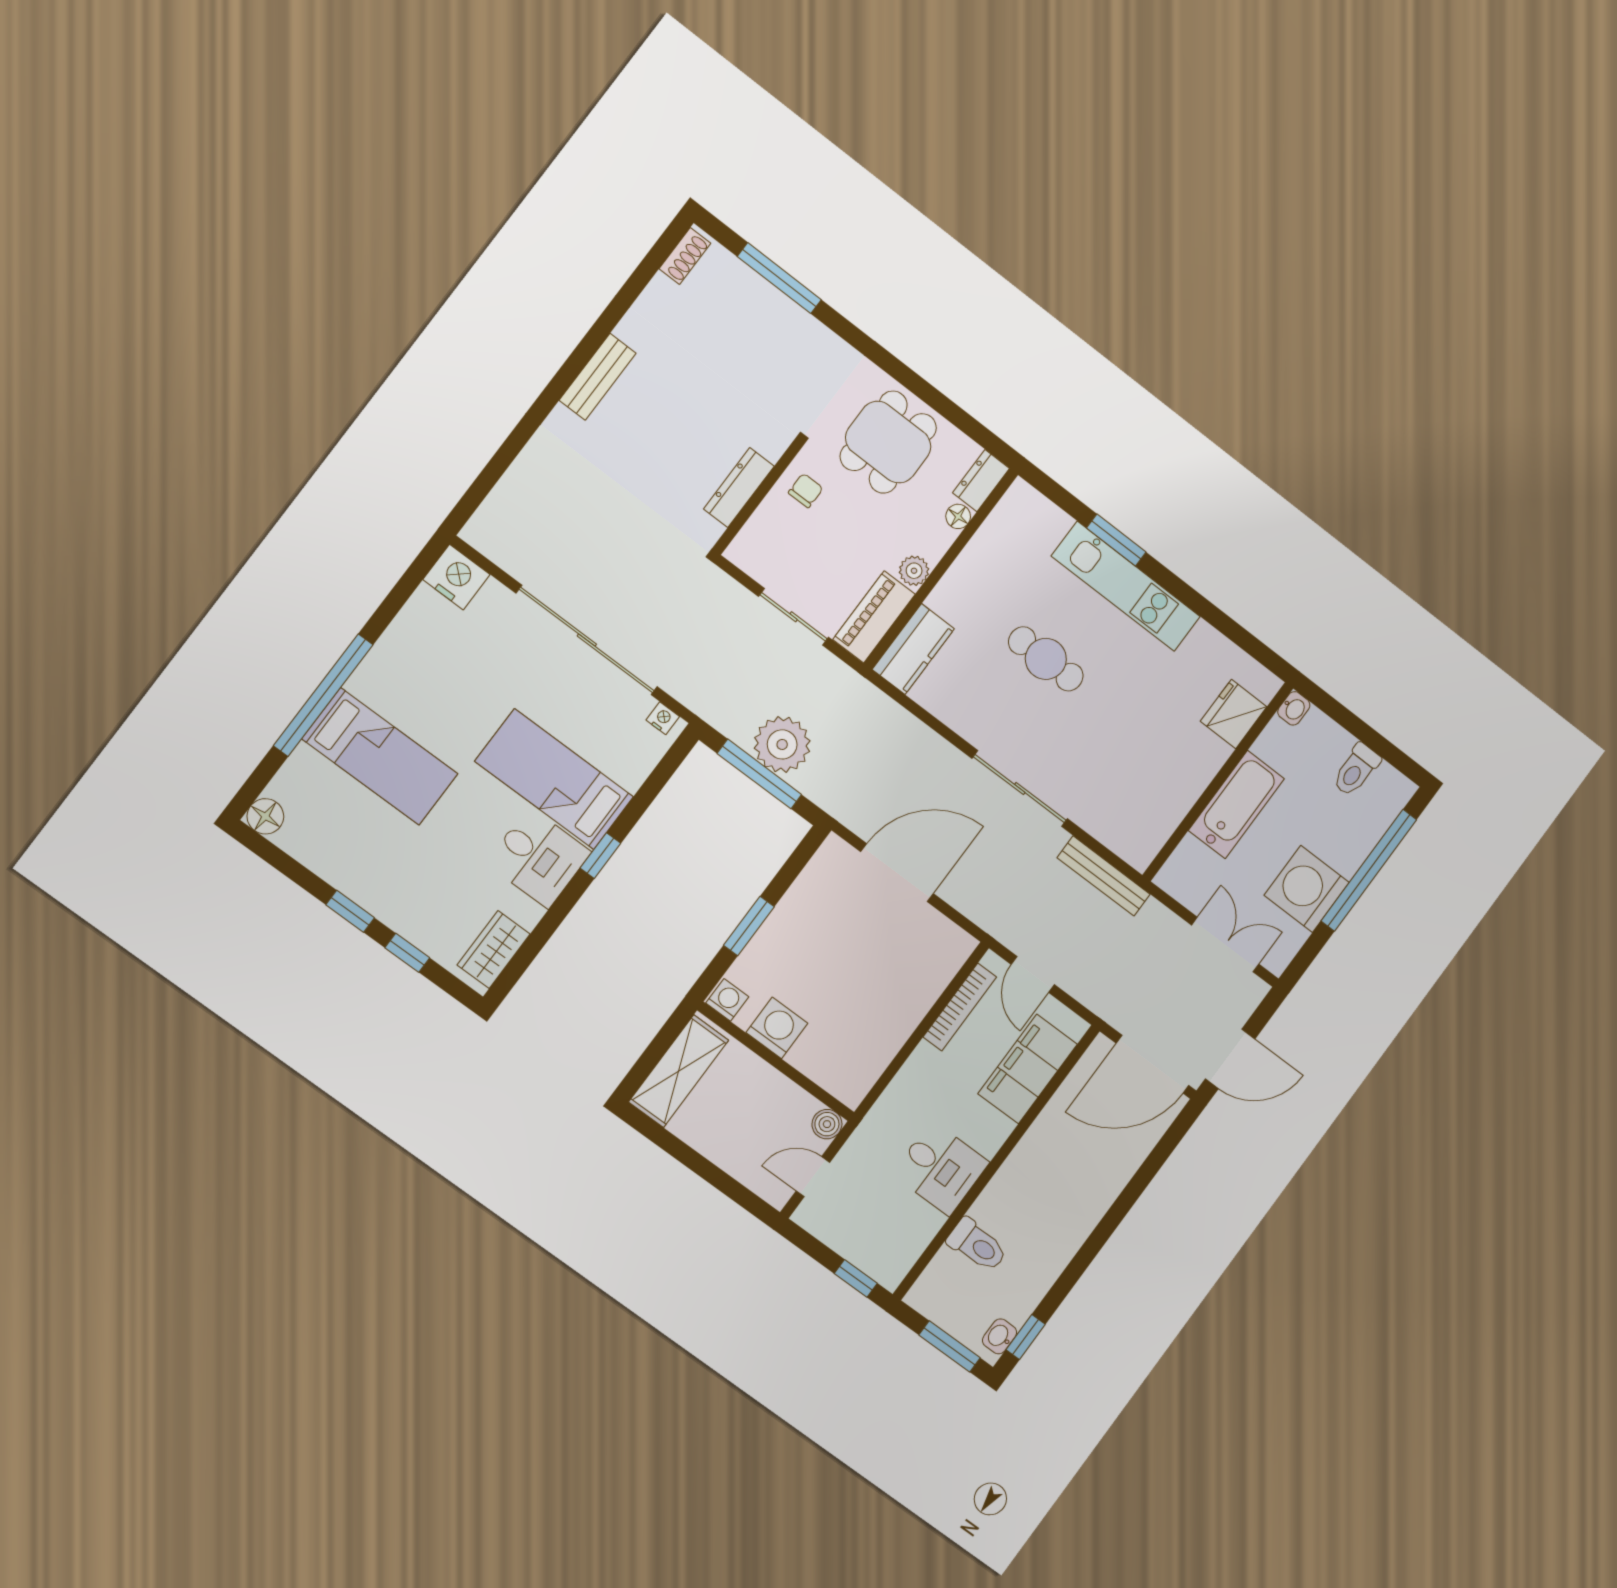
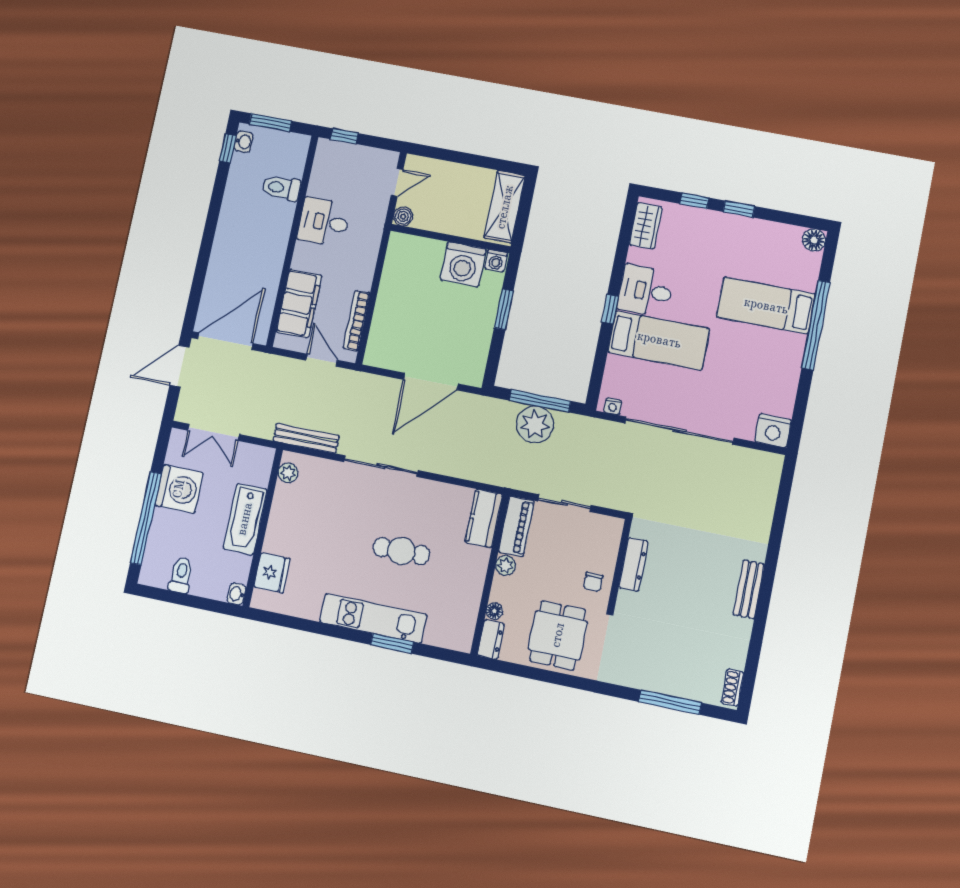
plant: (1150, 840) -> (288, 473), added
washing machine: (777, 1028) -> (463, 264), width x1.37, depth x1.37

